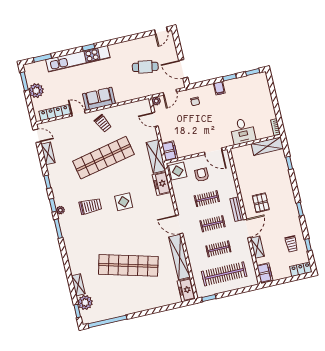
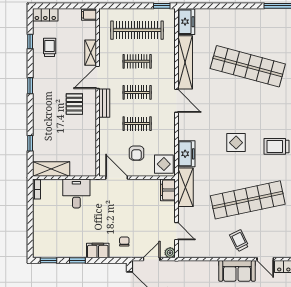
filing cabinet: (219, 88) -> (98, 251), width x2.00
filing cabinet: (265, 273) -> (89, 15), width x0.50

